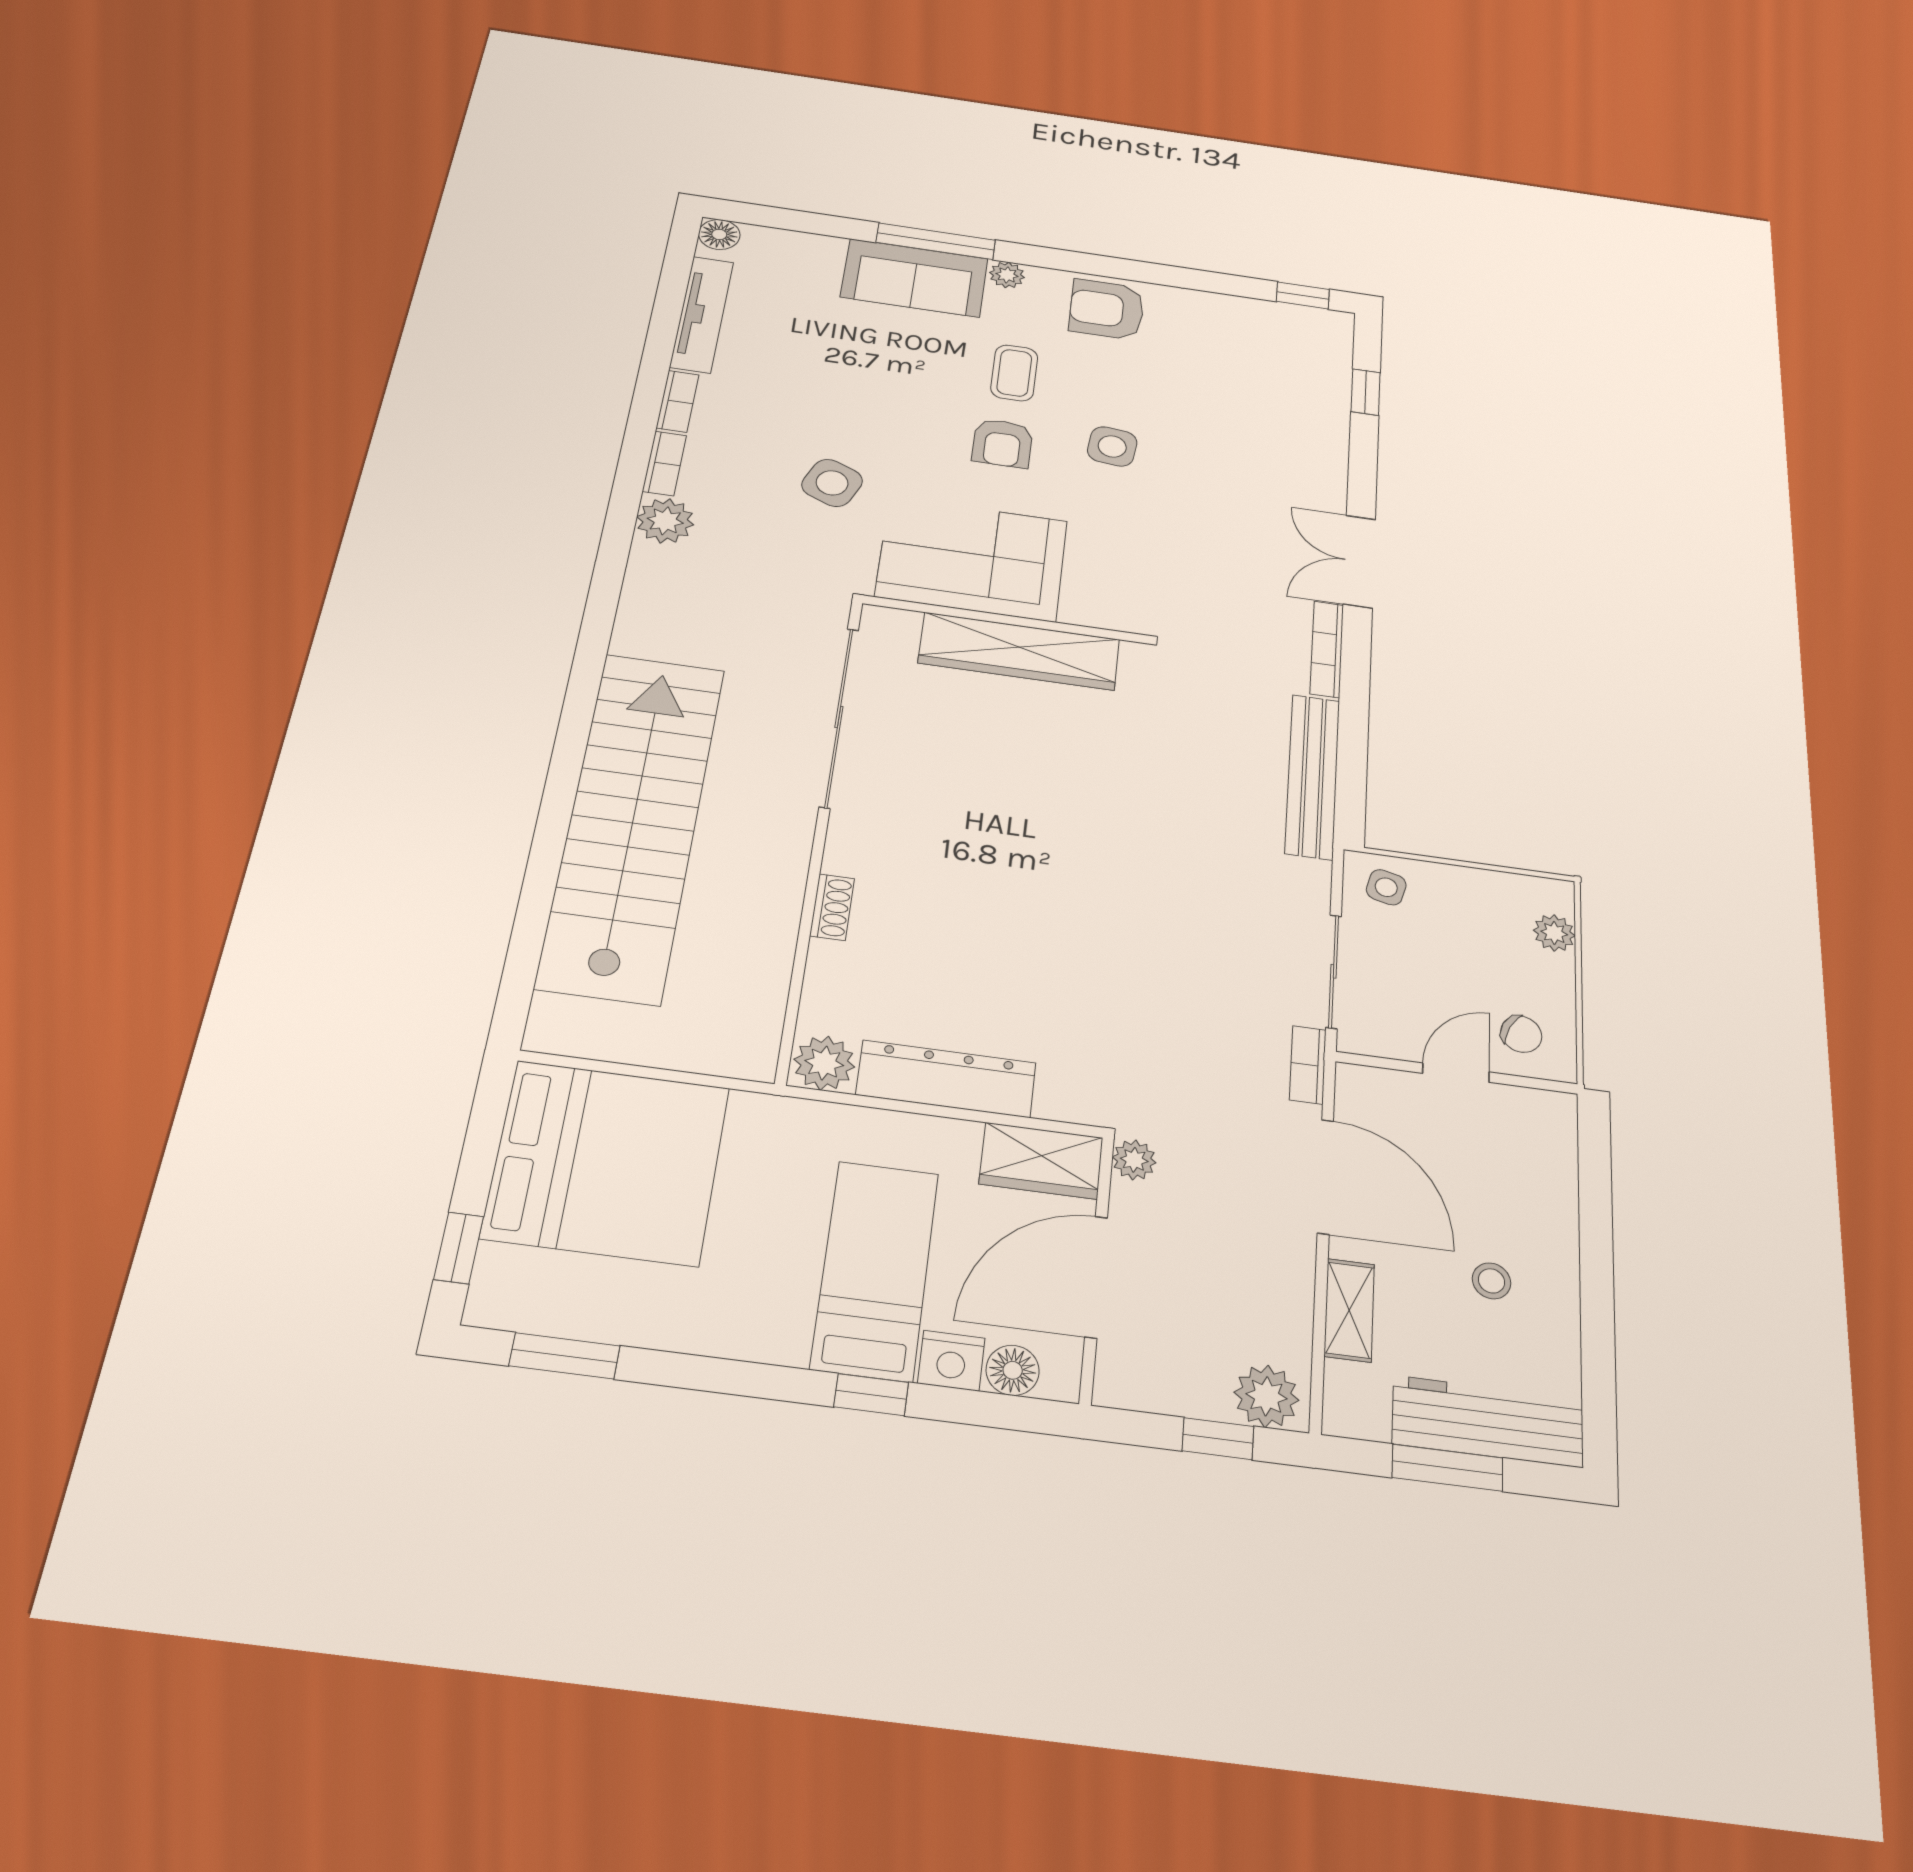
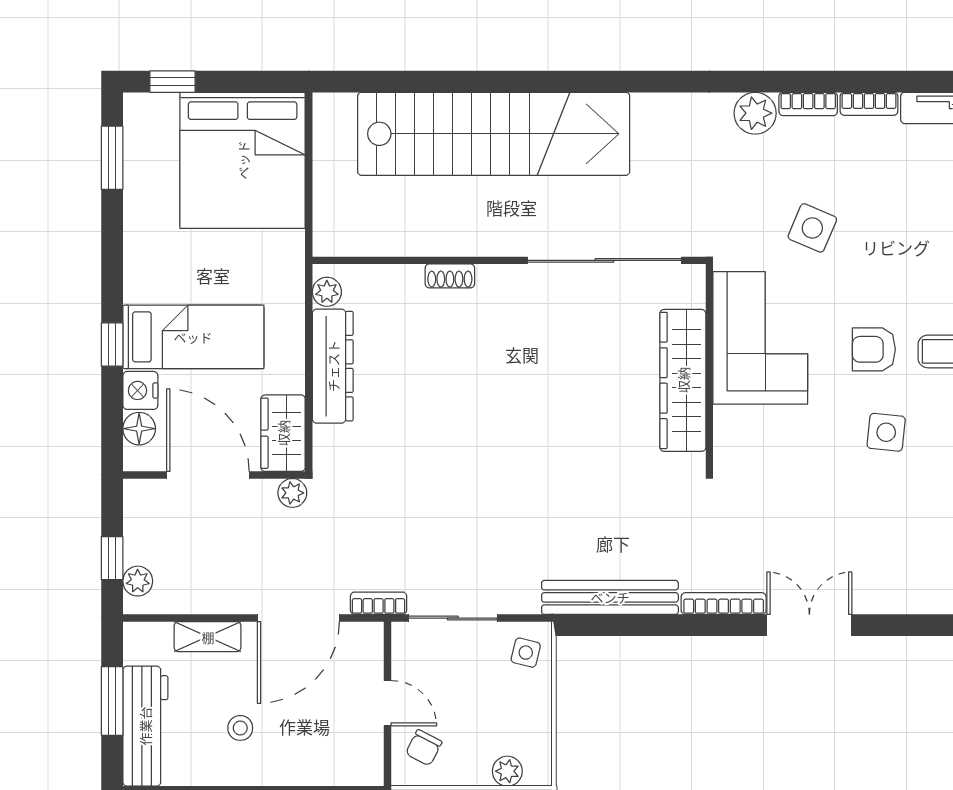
plant: (824, 1063) -> (327, 292), width x0.73, depth x0.73
plant: (1266, 1396) -> (138, 581), width x0.73, depth x0.73

